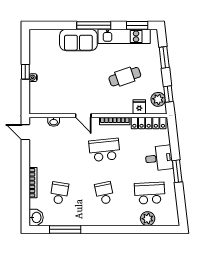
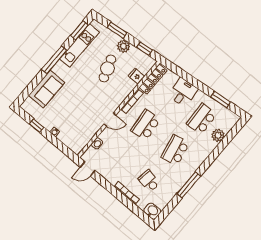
sofa: (78, 40) -> (47, 89), moved
window: (25, 72) -> (37, 126), moved
plant: (158, 99) -> (123, 46), moved
window: (177, 171) -> (221, 100), moved
school desk: (104, 193) -> (175, 150), width x1.85
window: (65, 229) -> (189, 185), moved

